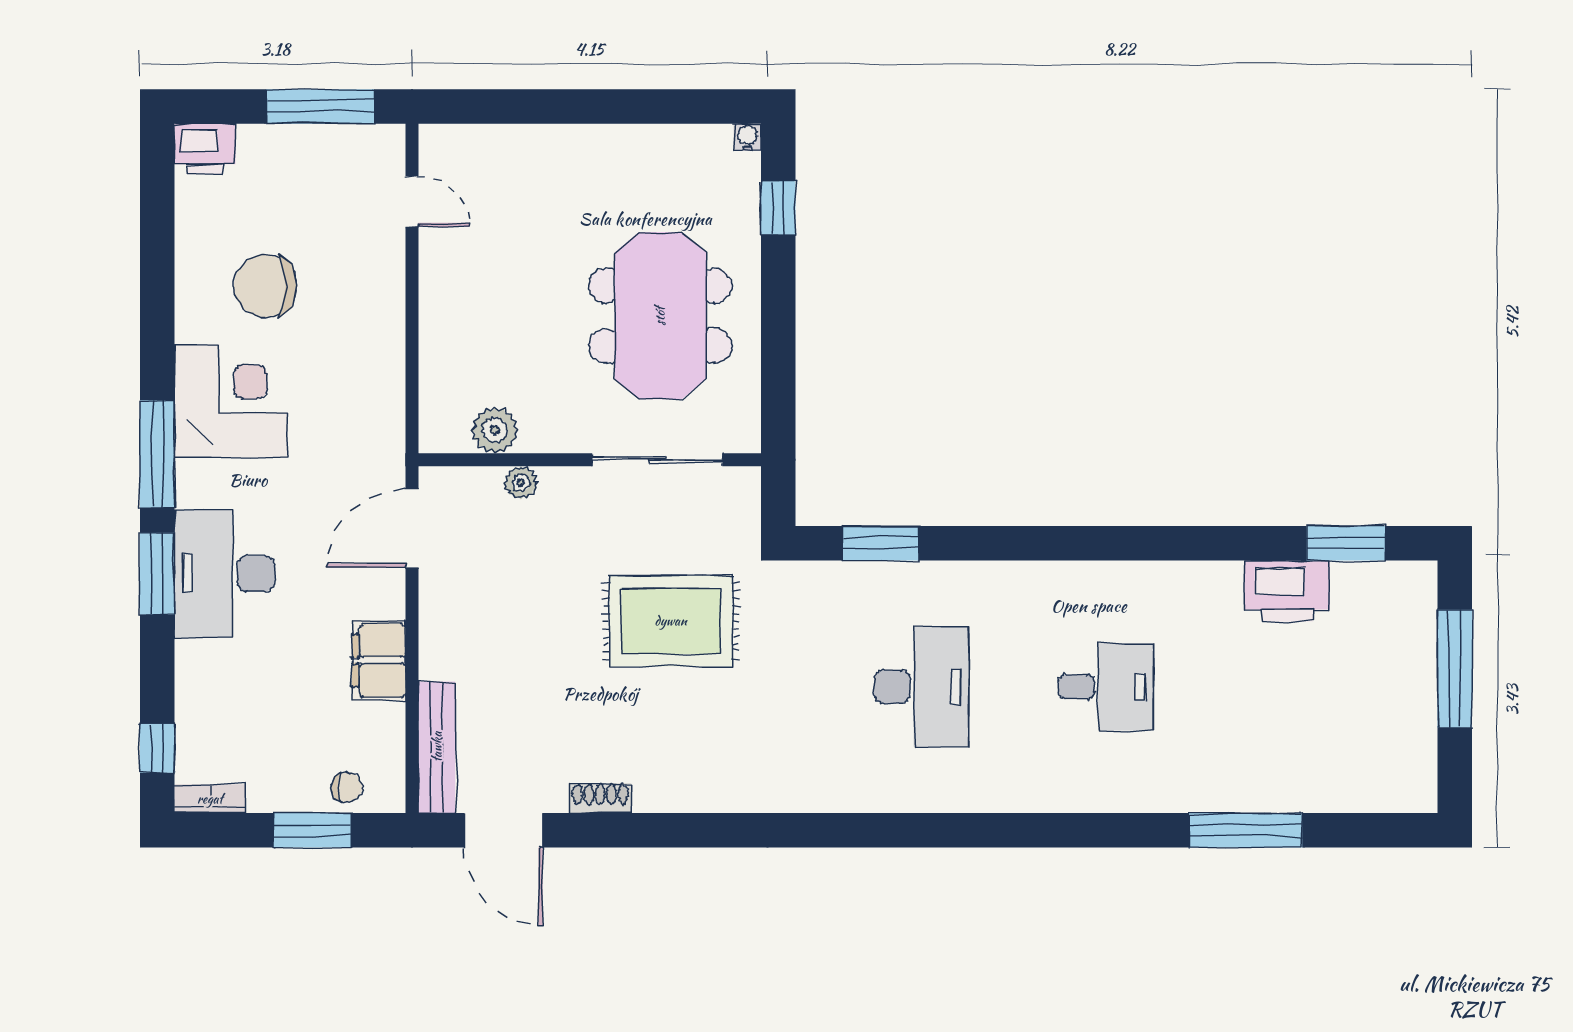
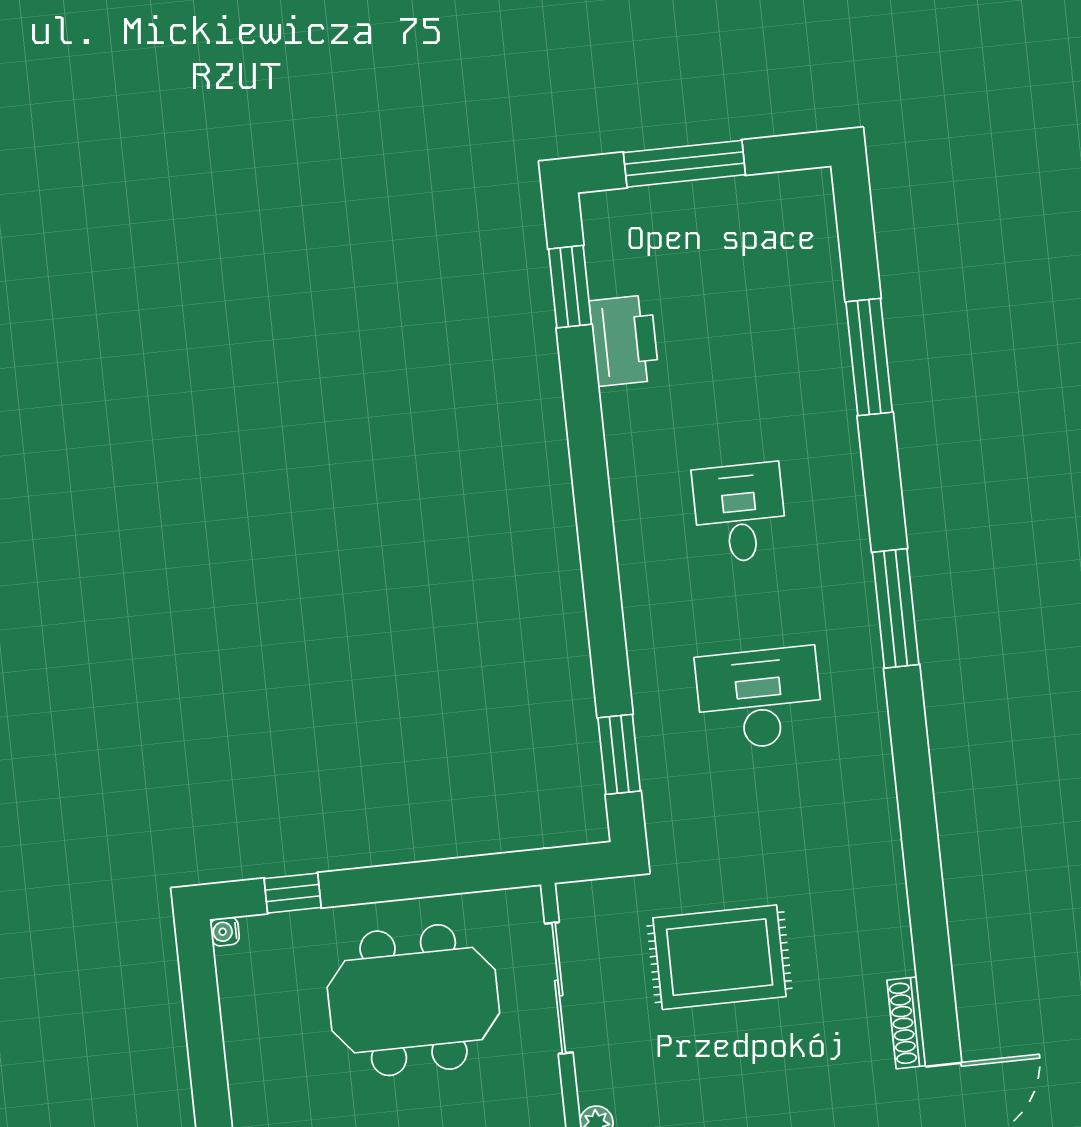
rug: (671, 621) -> (720, 957), turned 90
shoe rack: (600, 798) -> (907, 1023), width x1.43
window: (996, 830) -> (896, 608), added

